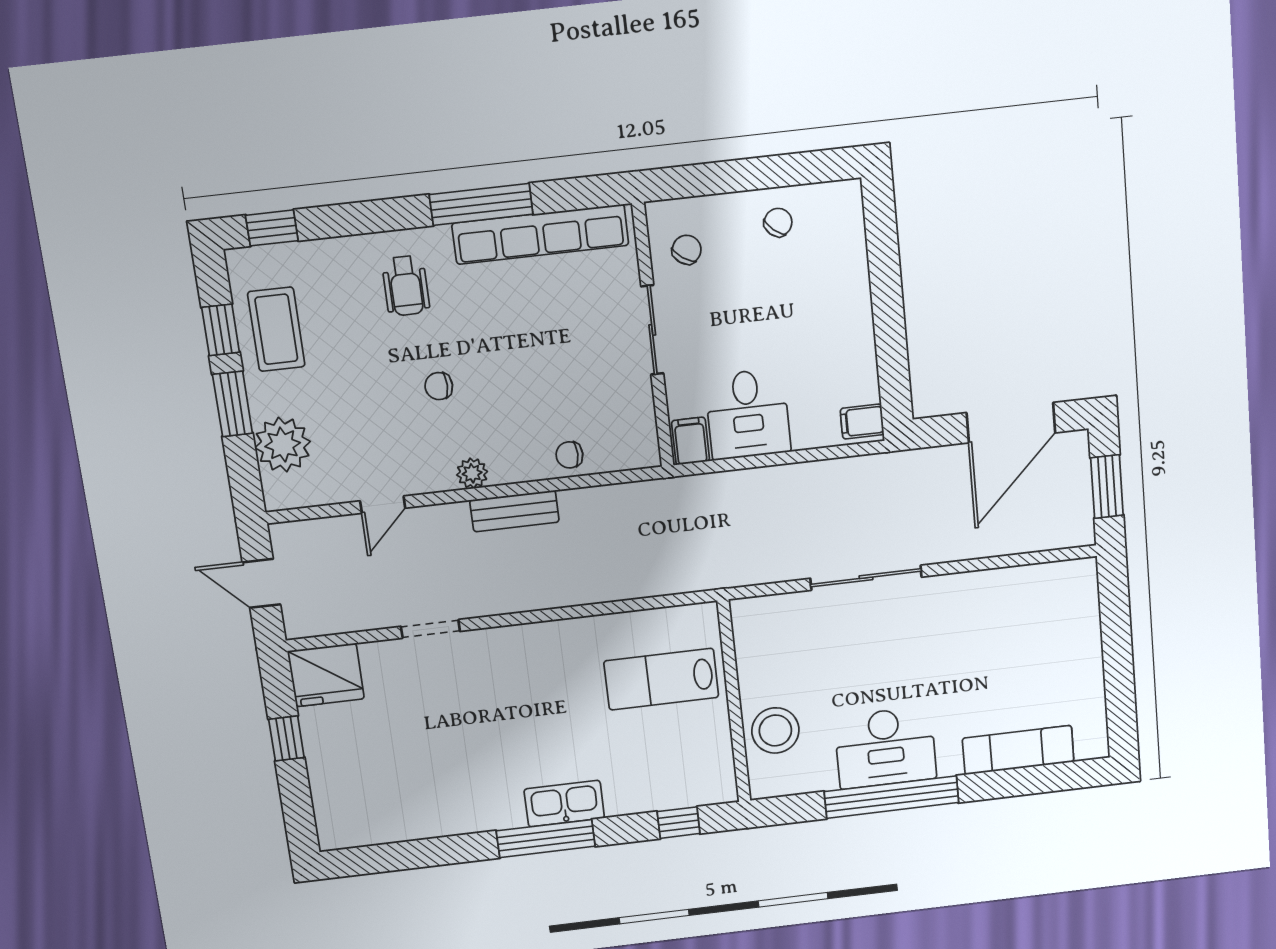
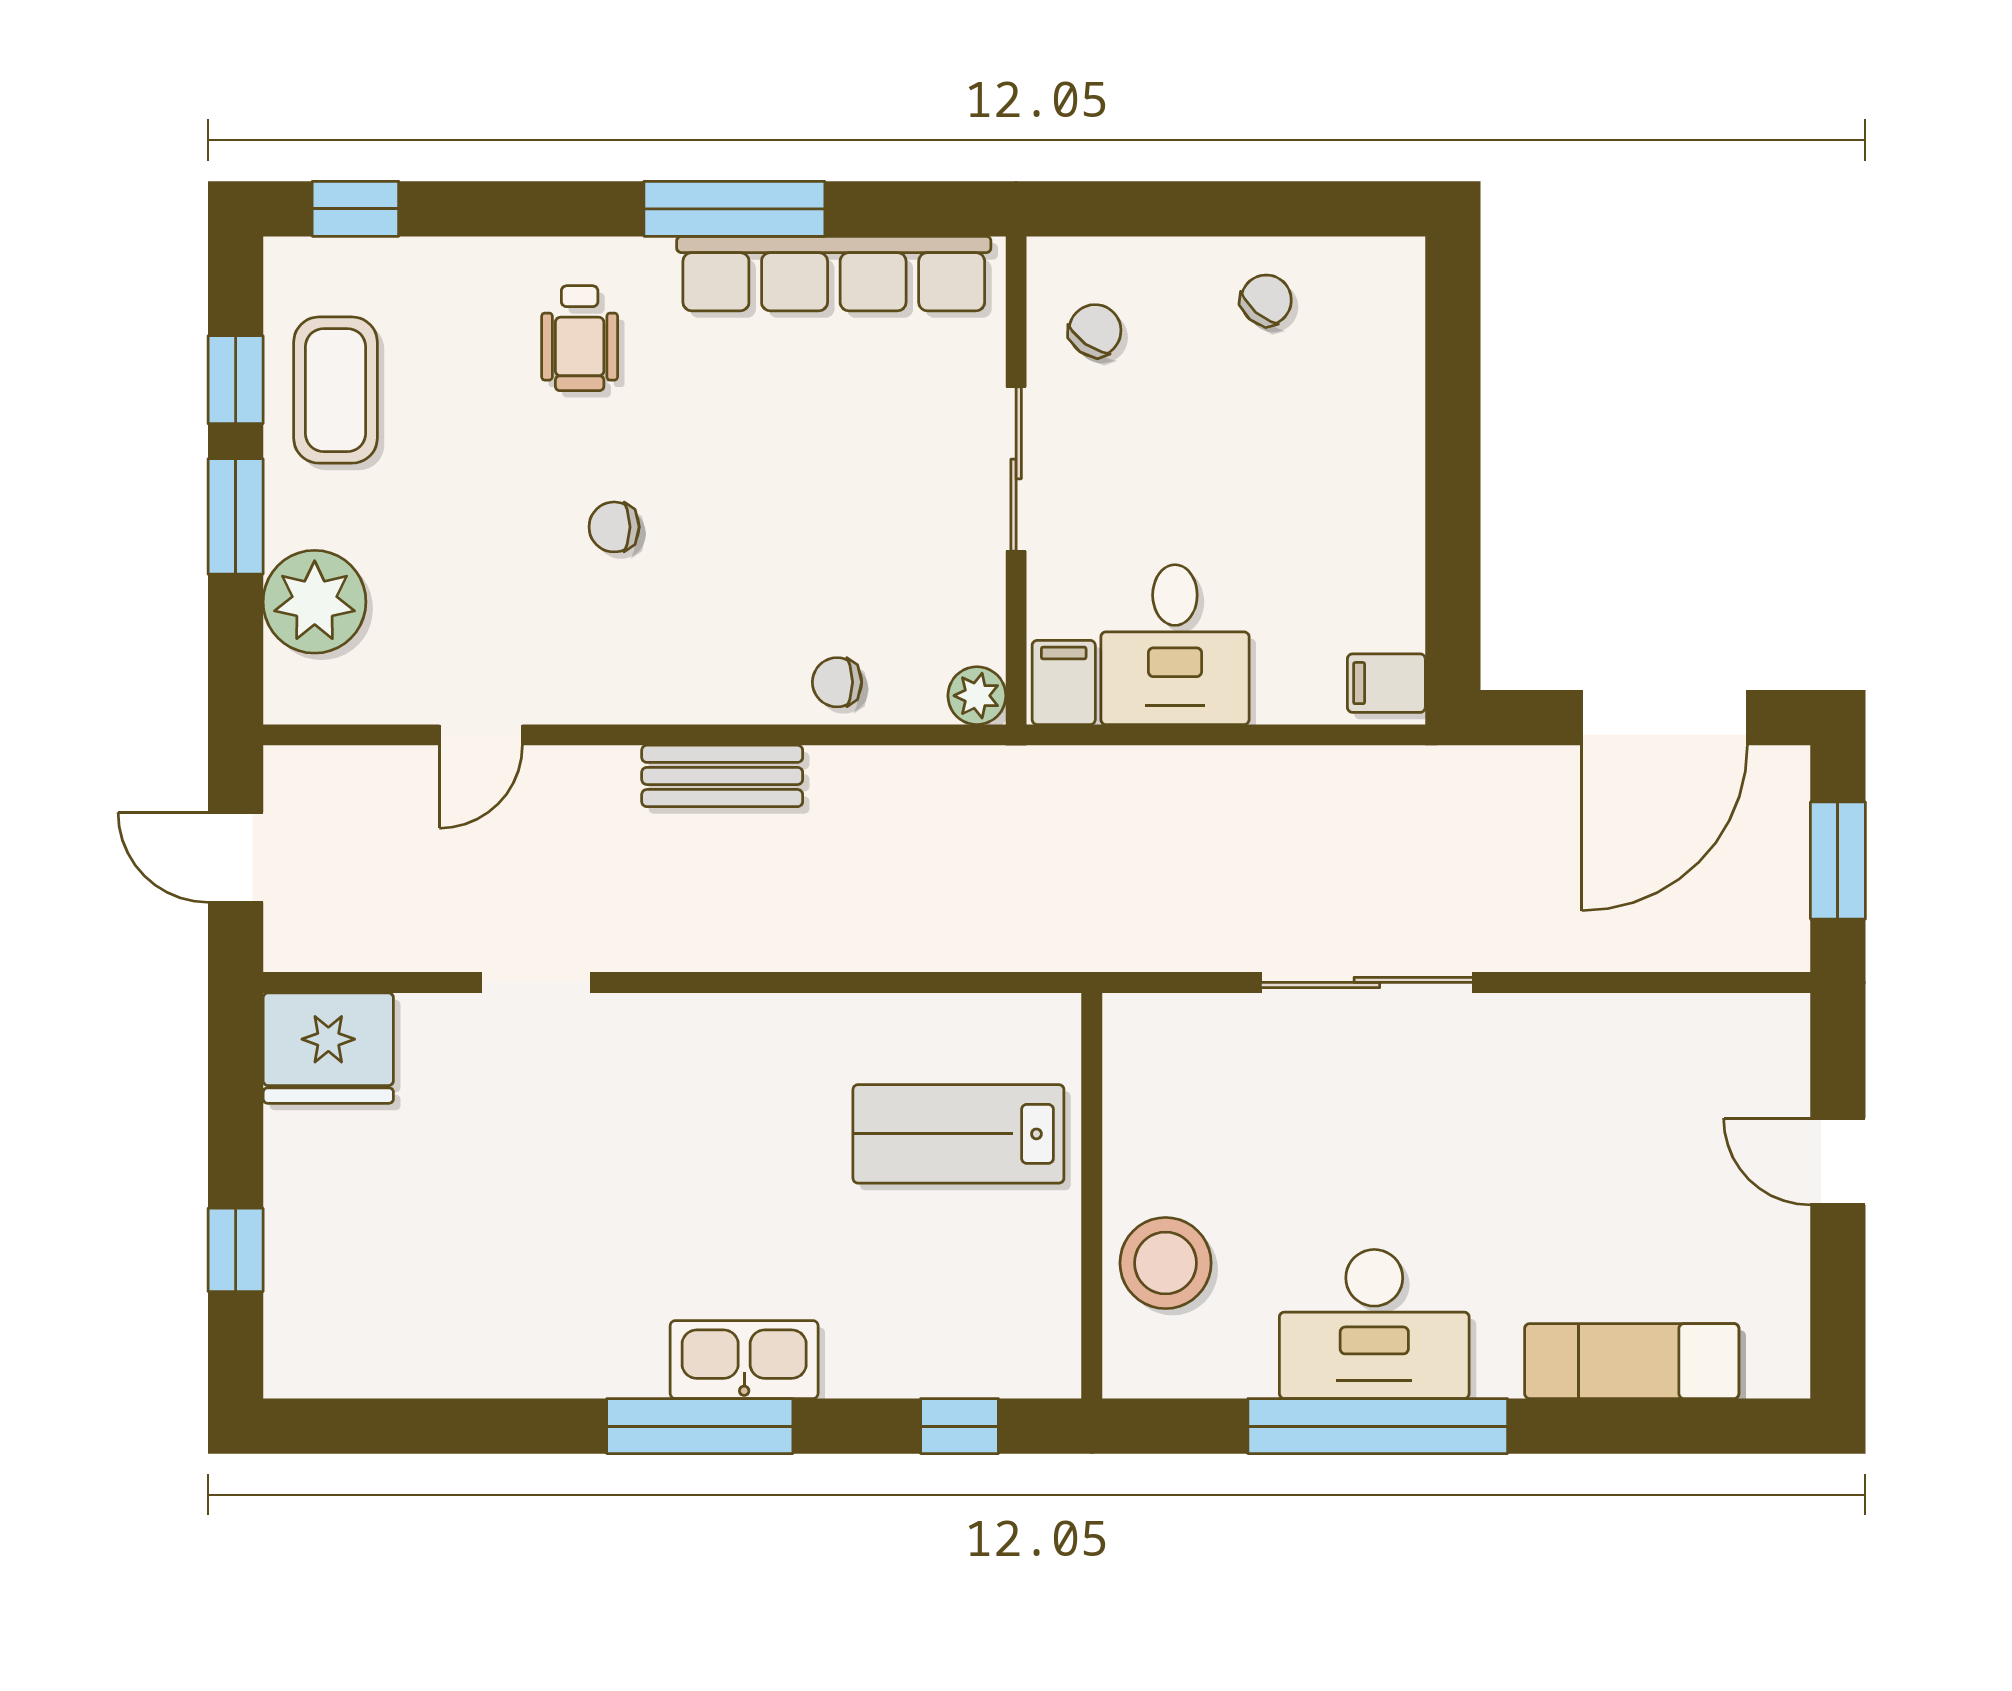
plant: (472, 473) -> (977, 696), moved
door: (1117, 639) -> (1838, 1162), added
window: (286, 738) -> (236, 1250), moved

